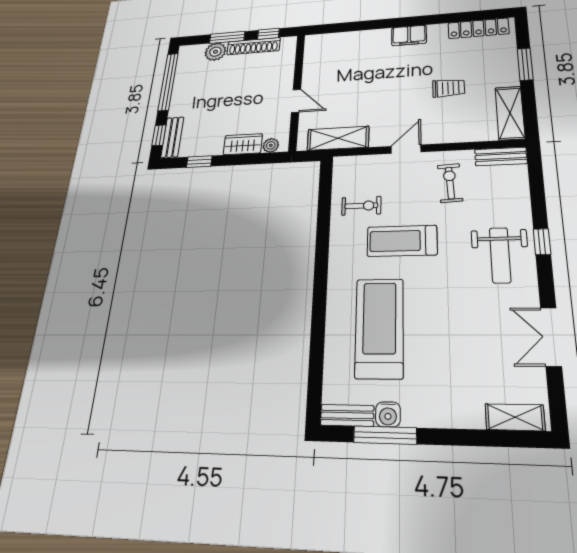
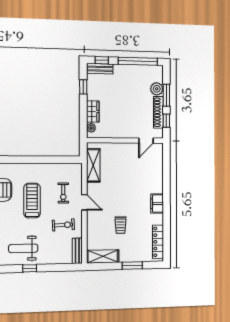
door: (296, 101) -> (146, 141), moved
exercise bike: (361, 206) -> (63, 193), moved

